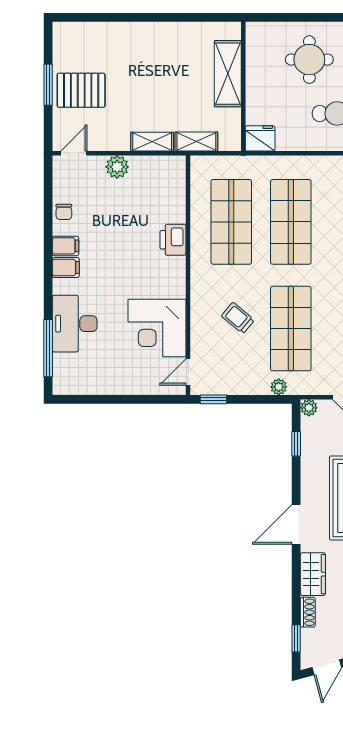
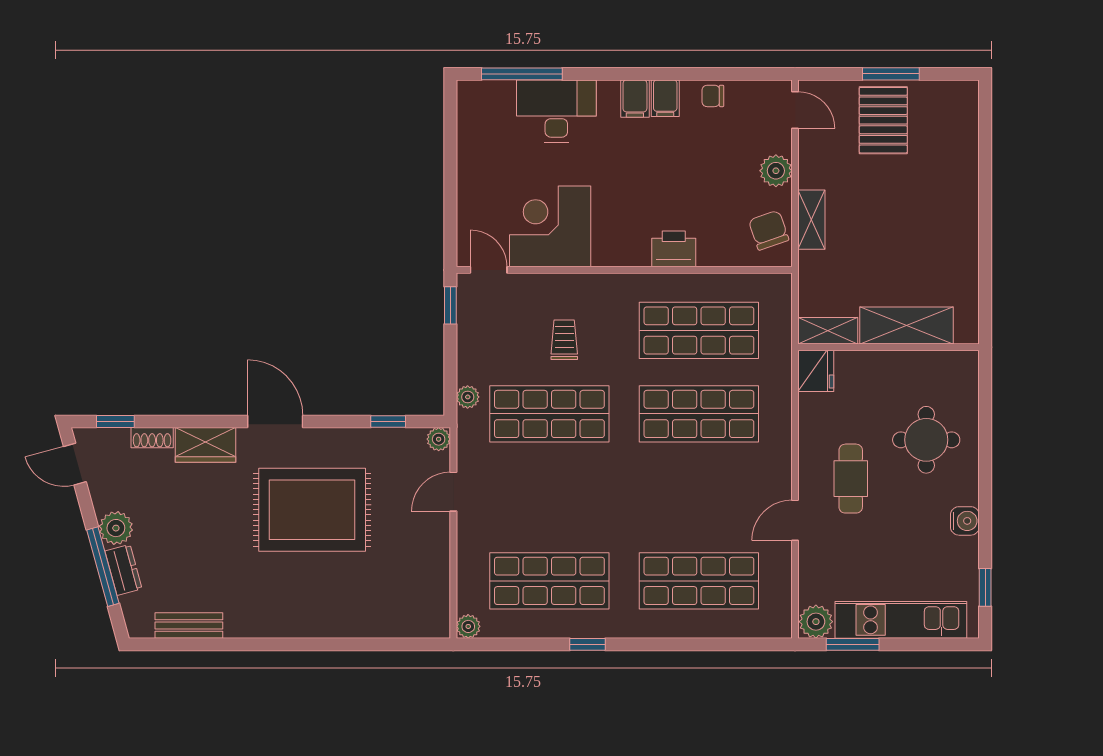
shelving: (196, 142) -> (828, 331), moved, turned 90
chair: (160, 172) -> (769, 230), added
trolley: (238, 318) -> (564, 340), turned -40

